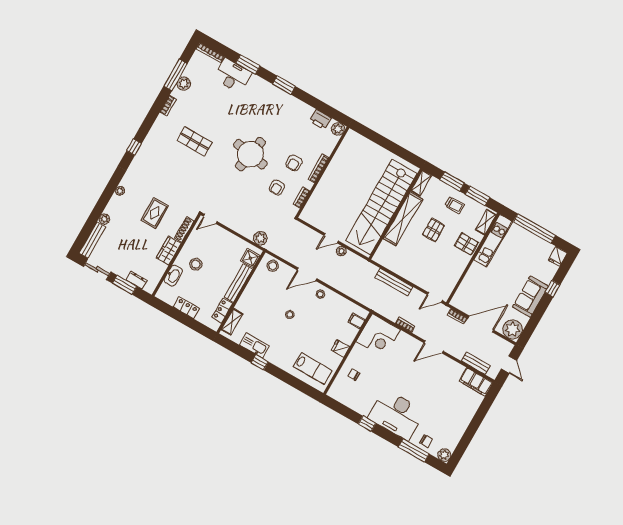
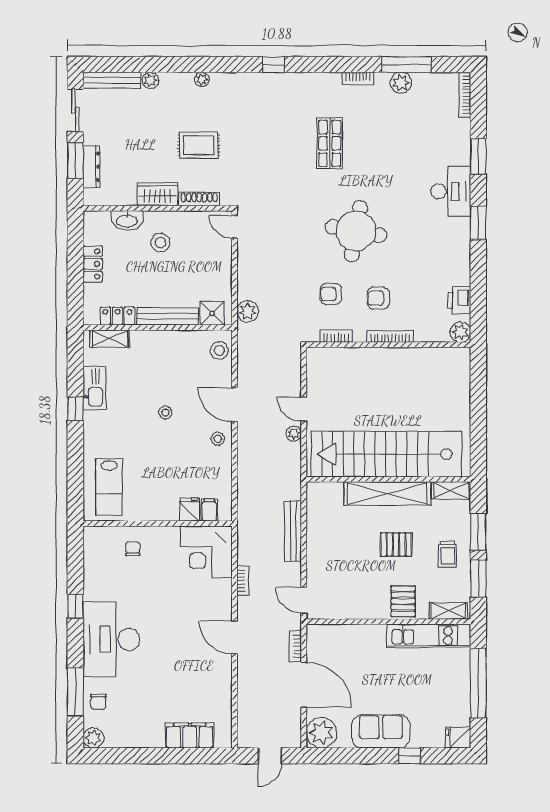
desk: (233, 76) -> (451, 191), moved
dresser: (137, 280) -> (91, 167), width x1.44
fridge: (340, 348) -> (189, 510), moved
bench: (476, 363) -> (245, 709), removed
filing cabinet: (476, 382) -> (190, 735), moved, turned 90

